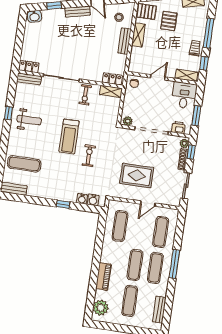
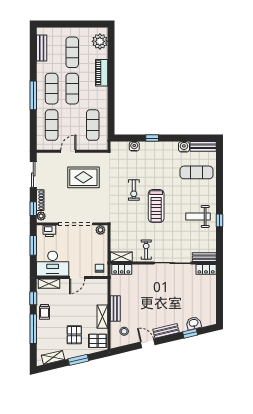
washbasin: (34, 16) -> (194, 323), moved
desk: (184, 95) -> (53, 264), width x1.37
treadmill: (69, 137) -> (156, 206), turned 180
water cooler: (93, 200) -> (184, 147), moved

